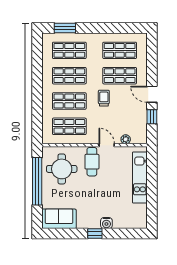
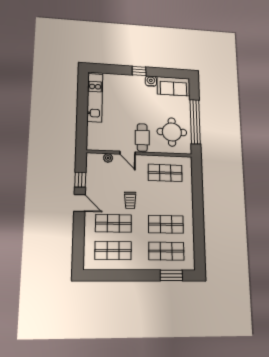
shop shelf: (69, 101) -> (166, 198), removed
kitchen unit: (140, 177) -> (95, 98), moved
water cooler: (106, 223) -> (151, 81), moved

